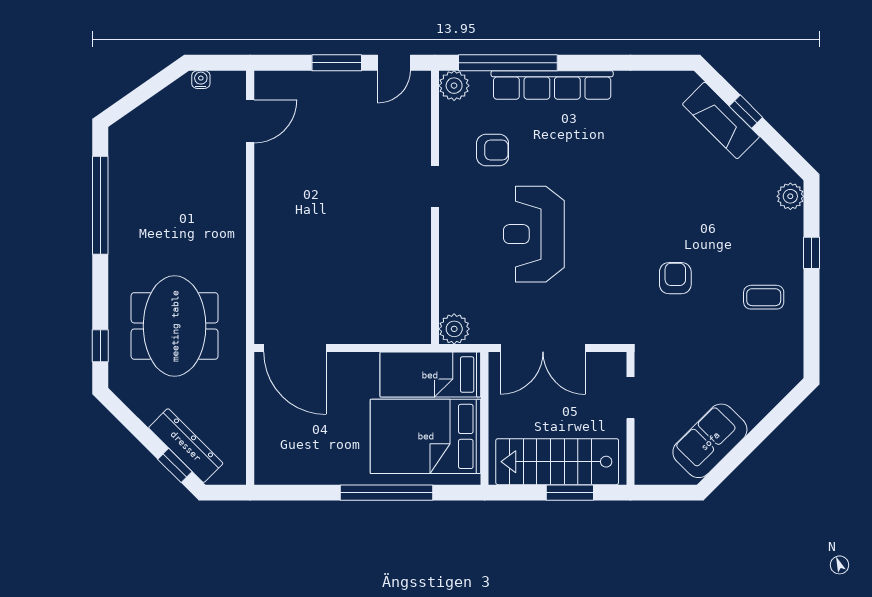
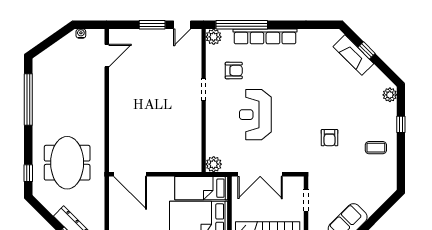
armchair: (675, 278) -> (329, 138), turned 180

